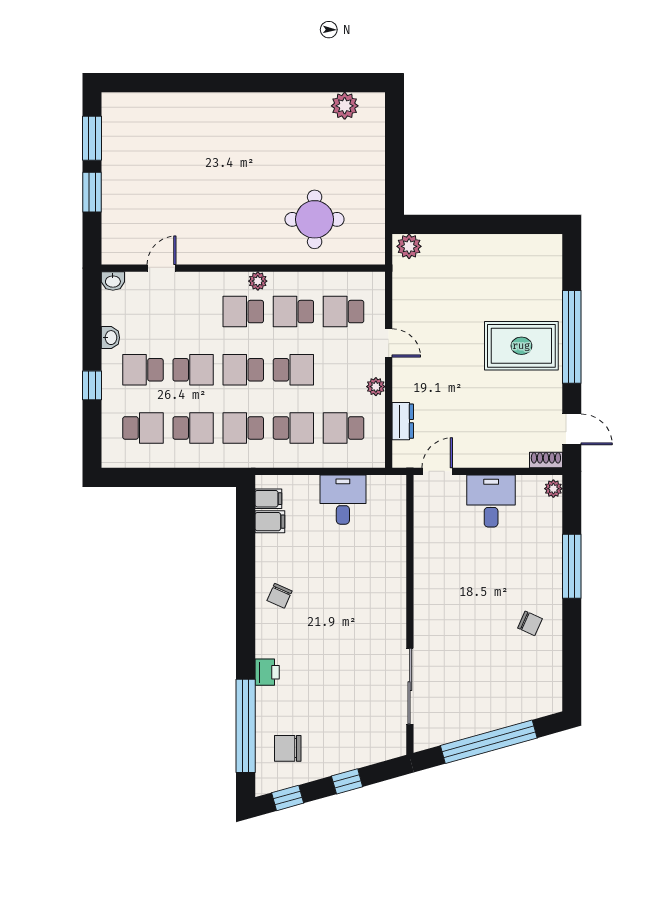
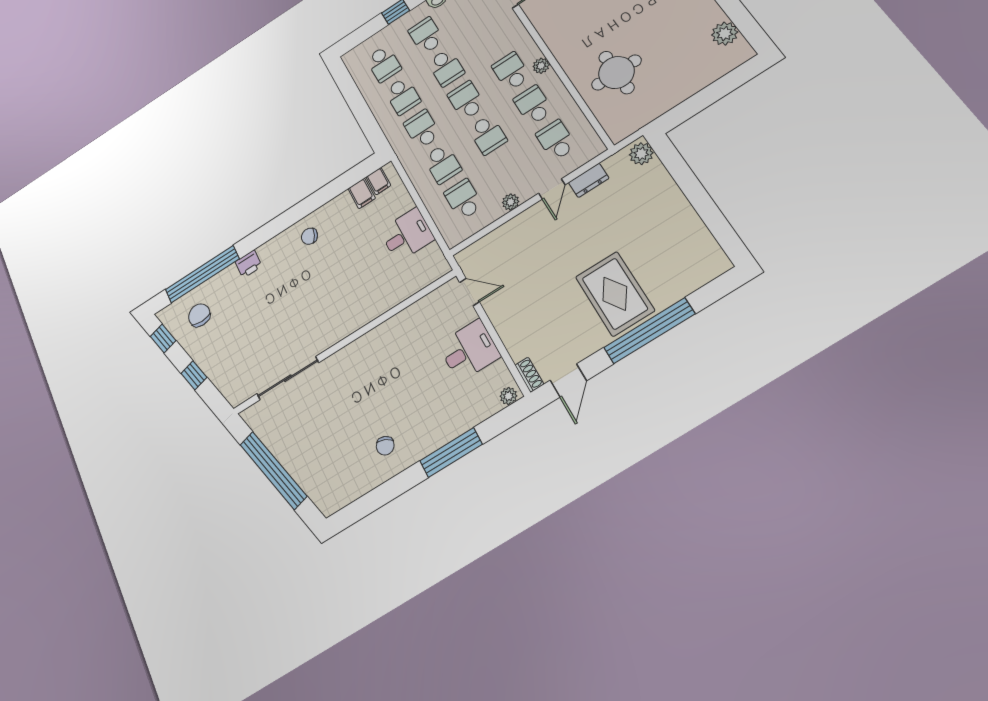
dresser: (403, 421) -> (589, 180), moved

